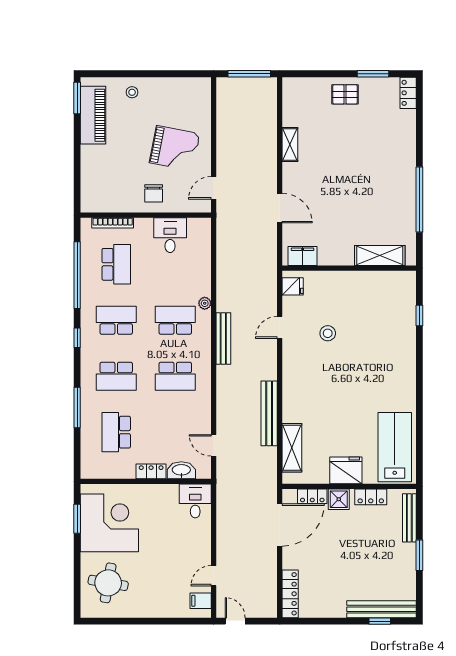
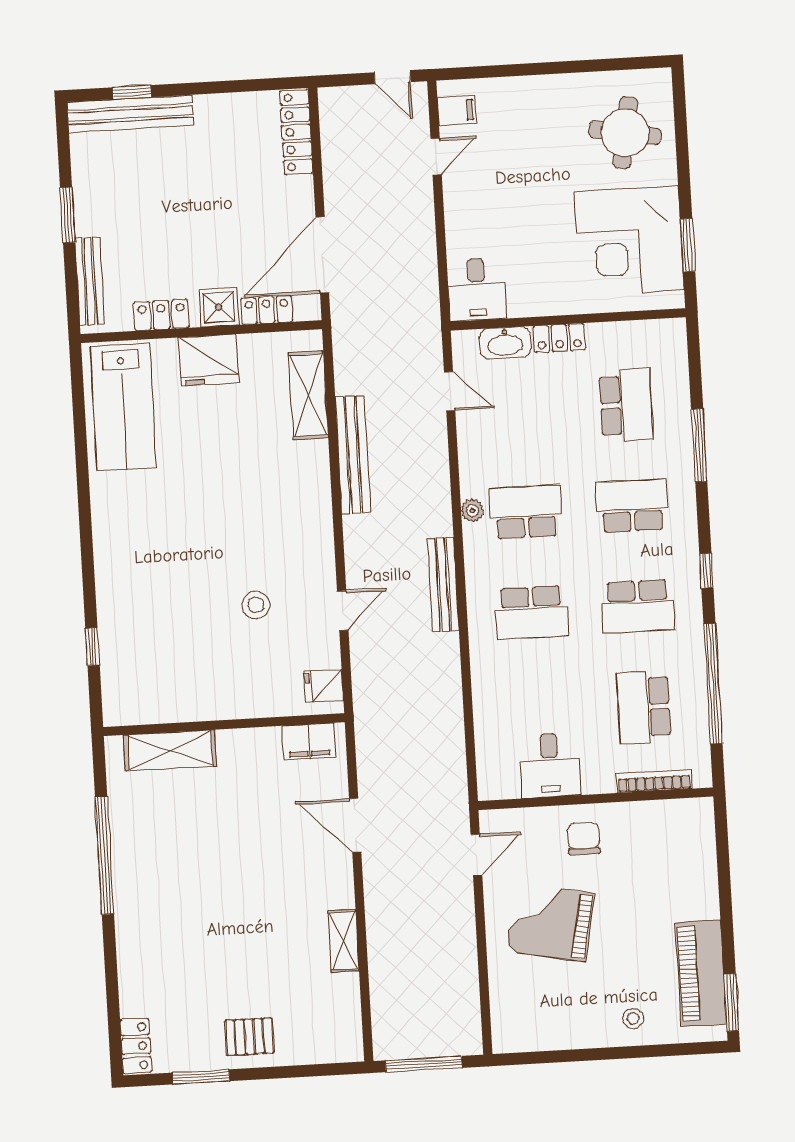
plant: (205, 303) -> (472, 510), moved

